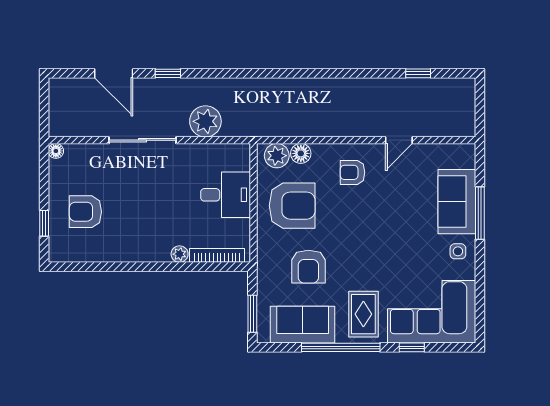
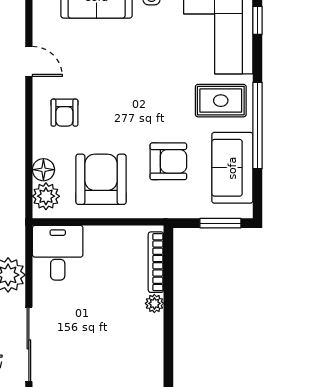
desk: (226, 195) -> (58, 253), moved
window: (412, 347) -> (258, 20), moved

